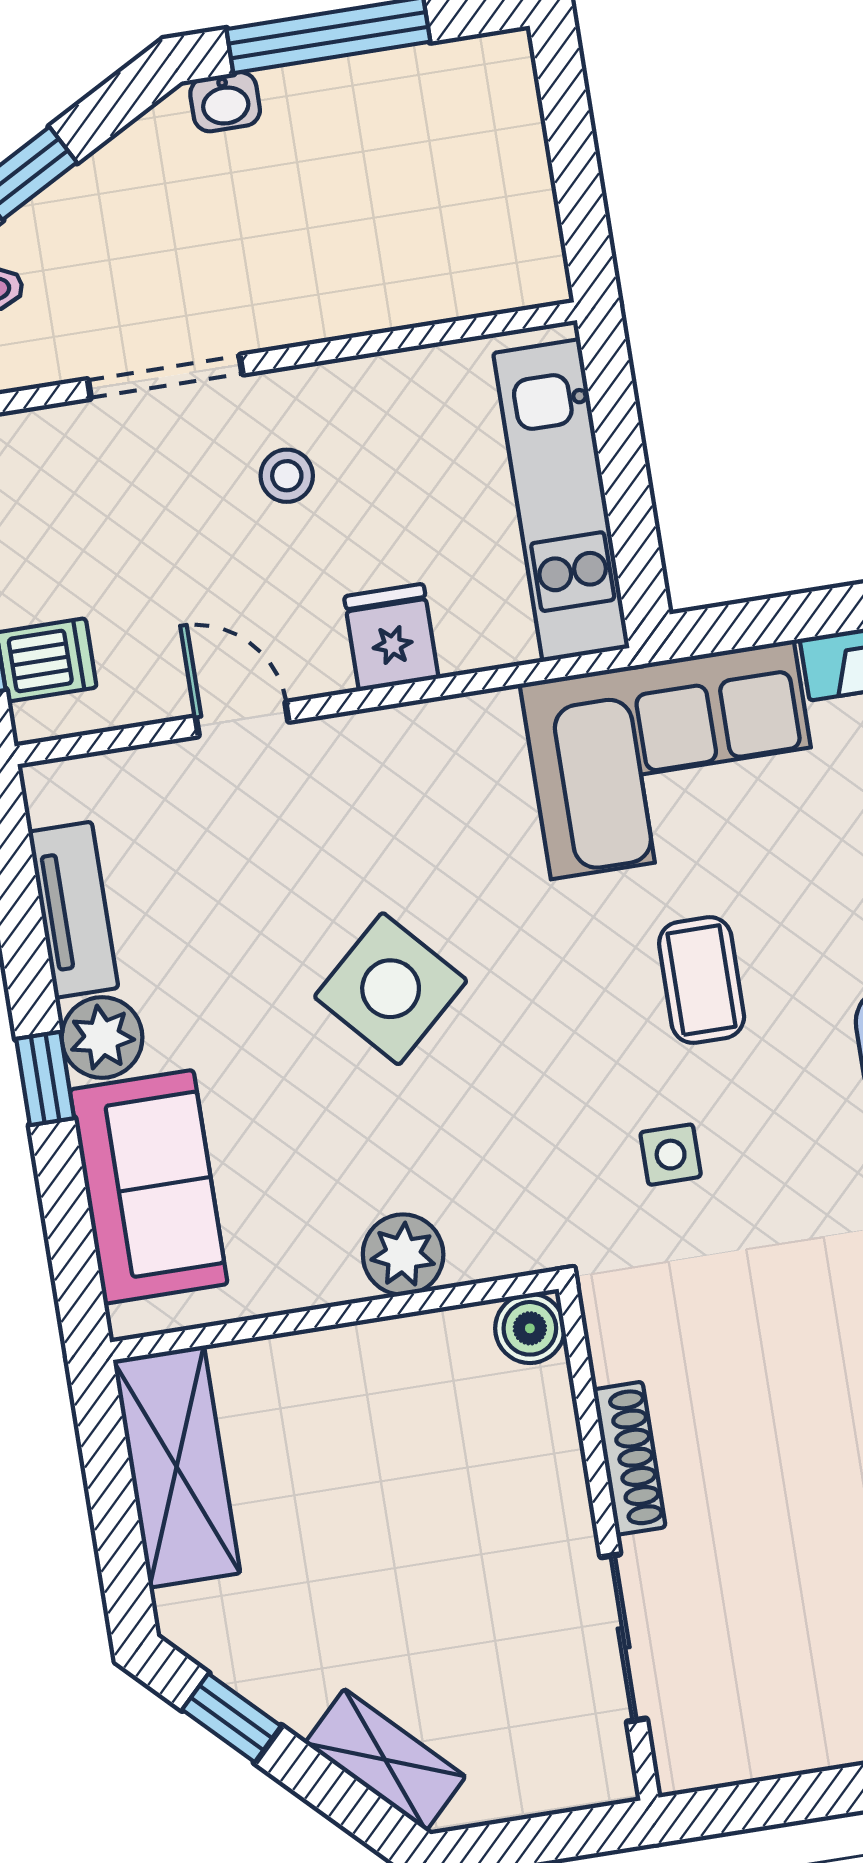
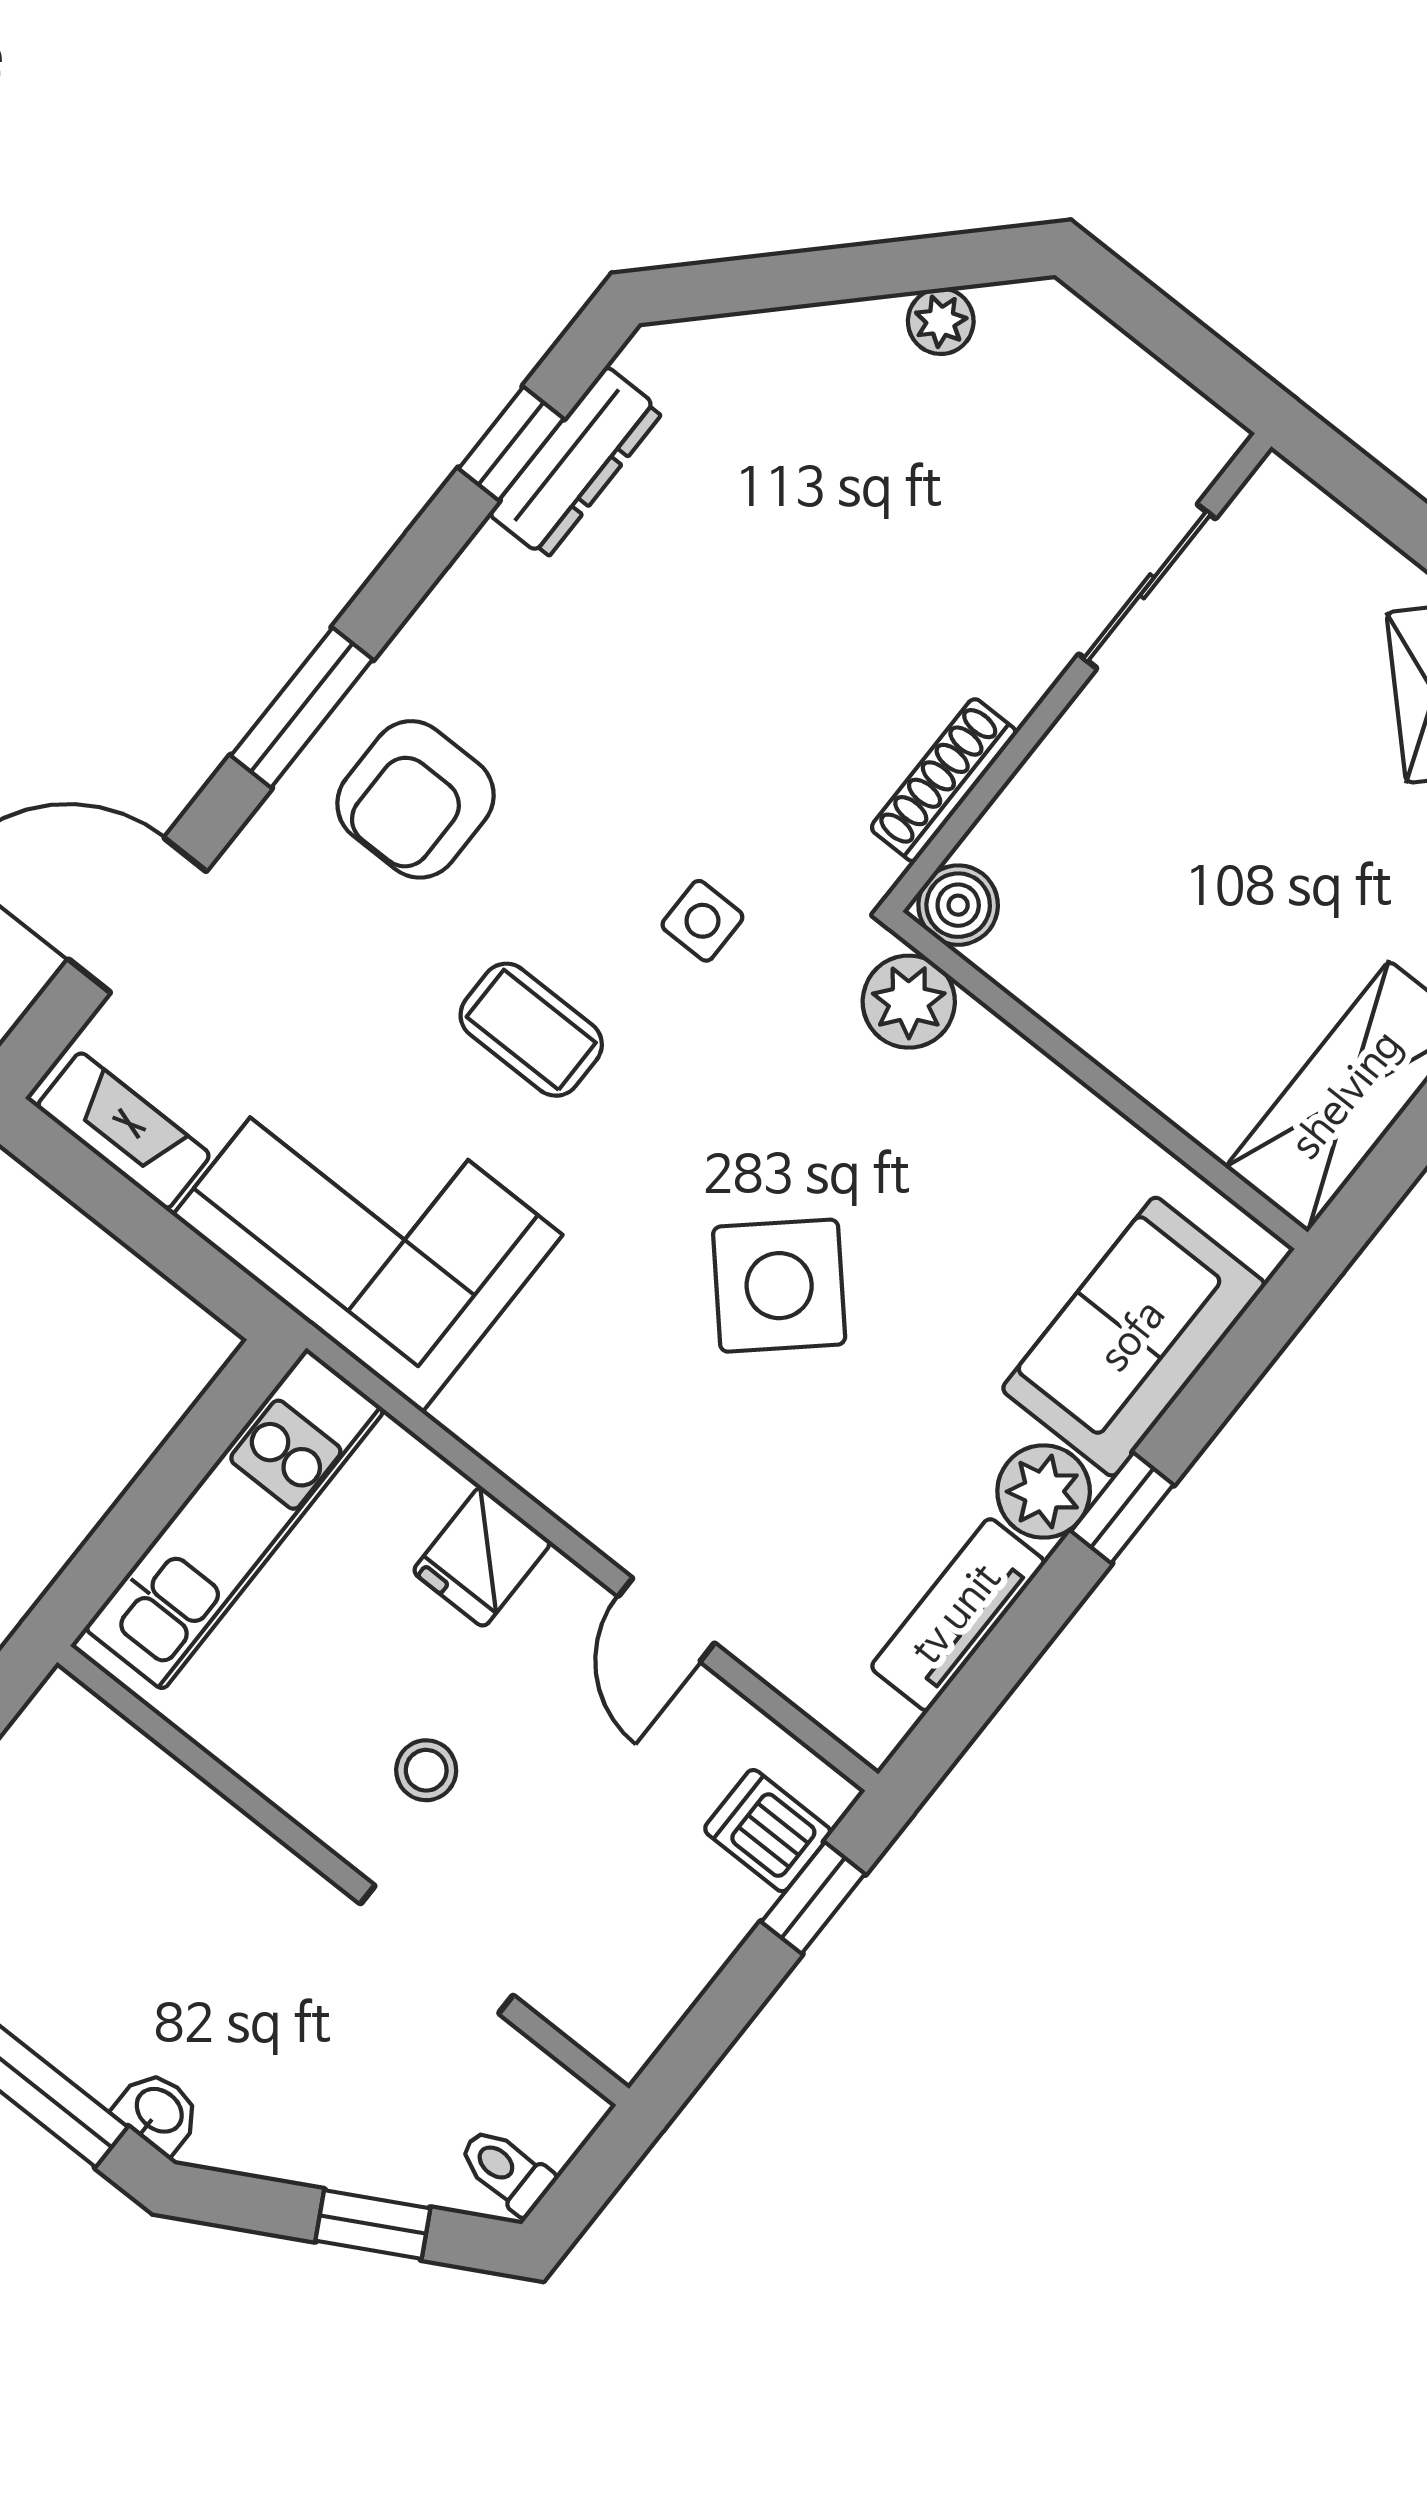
coffee table: (702, 980) -> (531, 1030), turned 90
plant: (403, 1255) -> (909, 1002), moved
shoe rack: (629, 1458) -> (944, 780), moved

